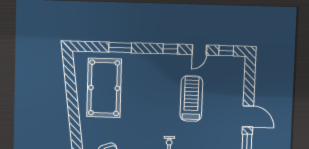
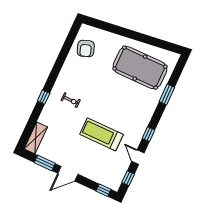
window: (250, 71) -> (103, 190), added
treadmill: (191, 99) -> (102, 134), turned 180

